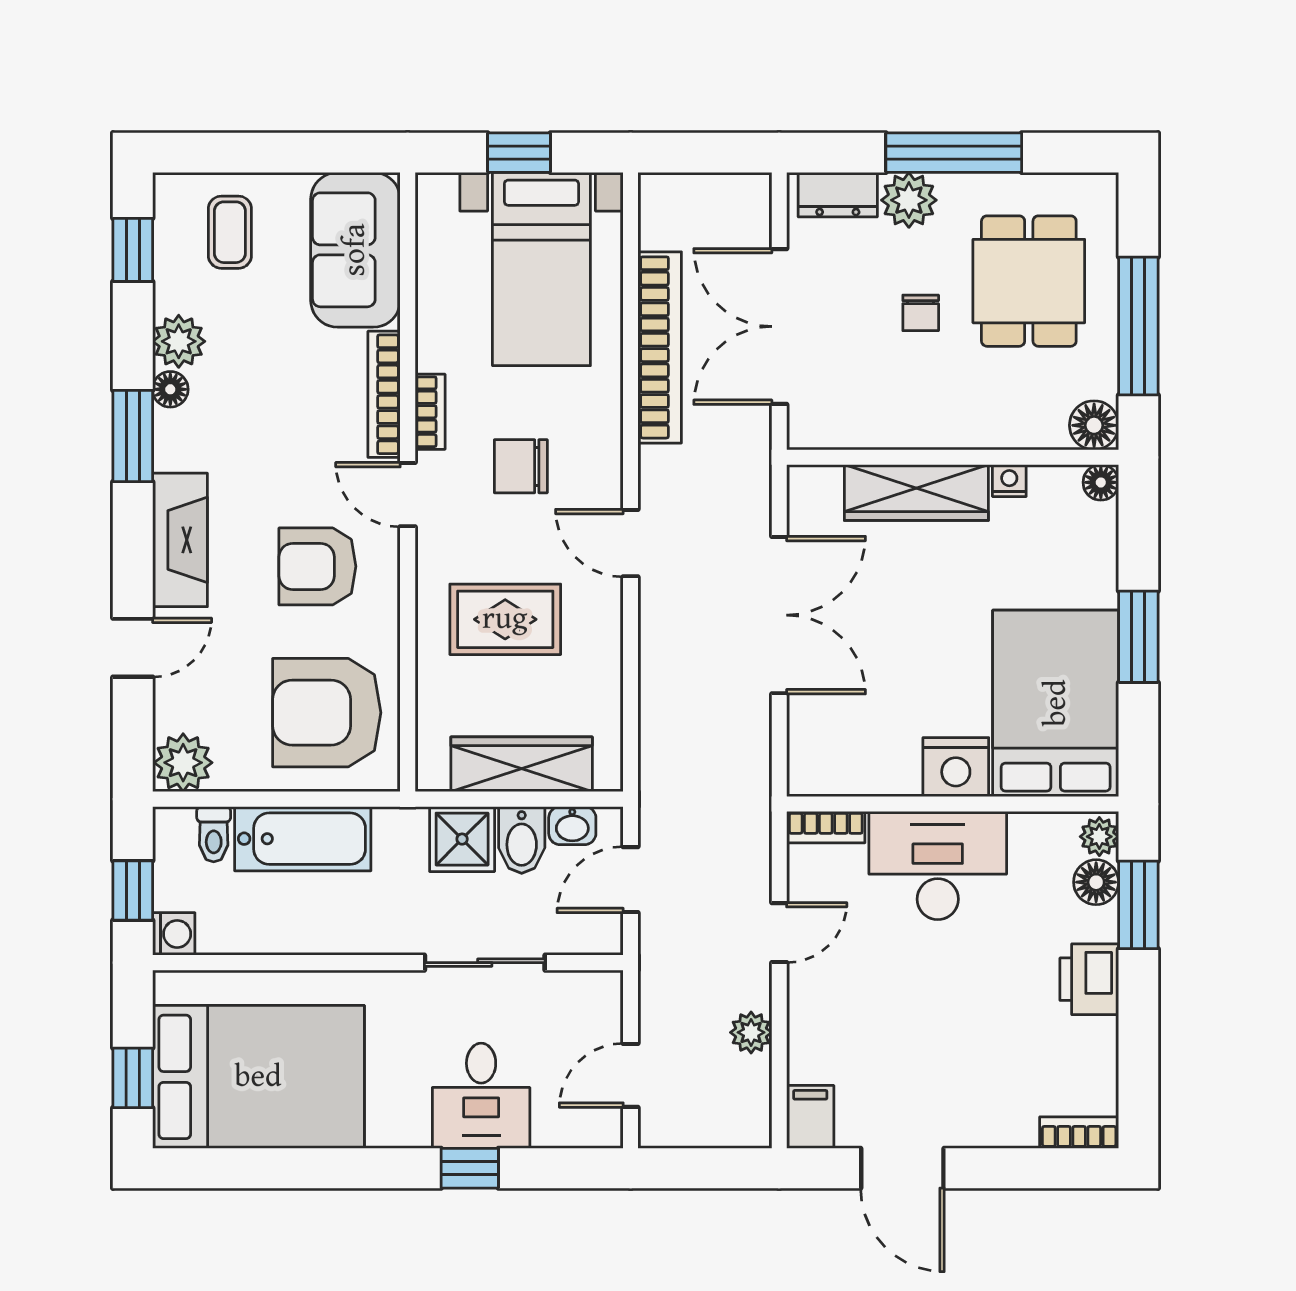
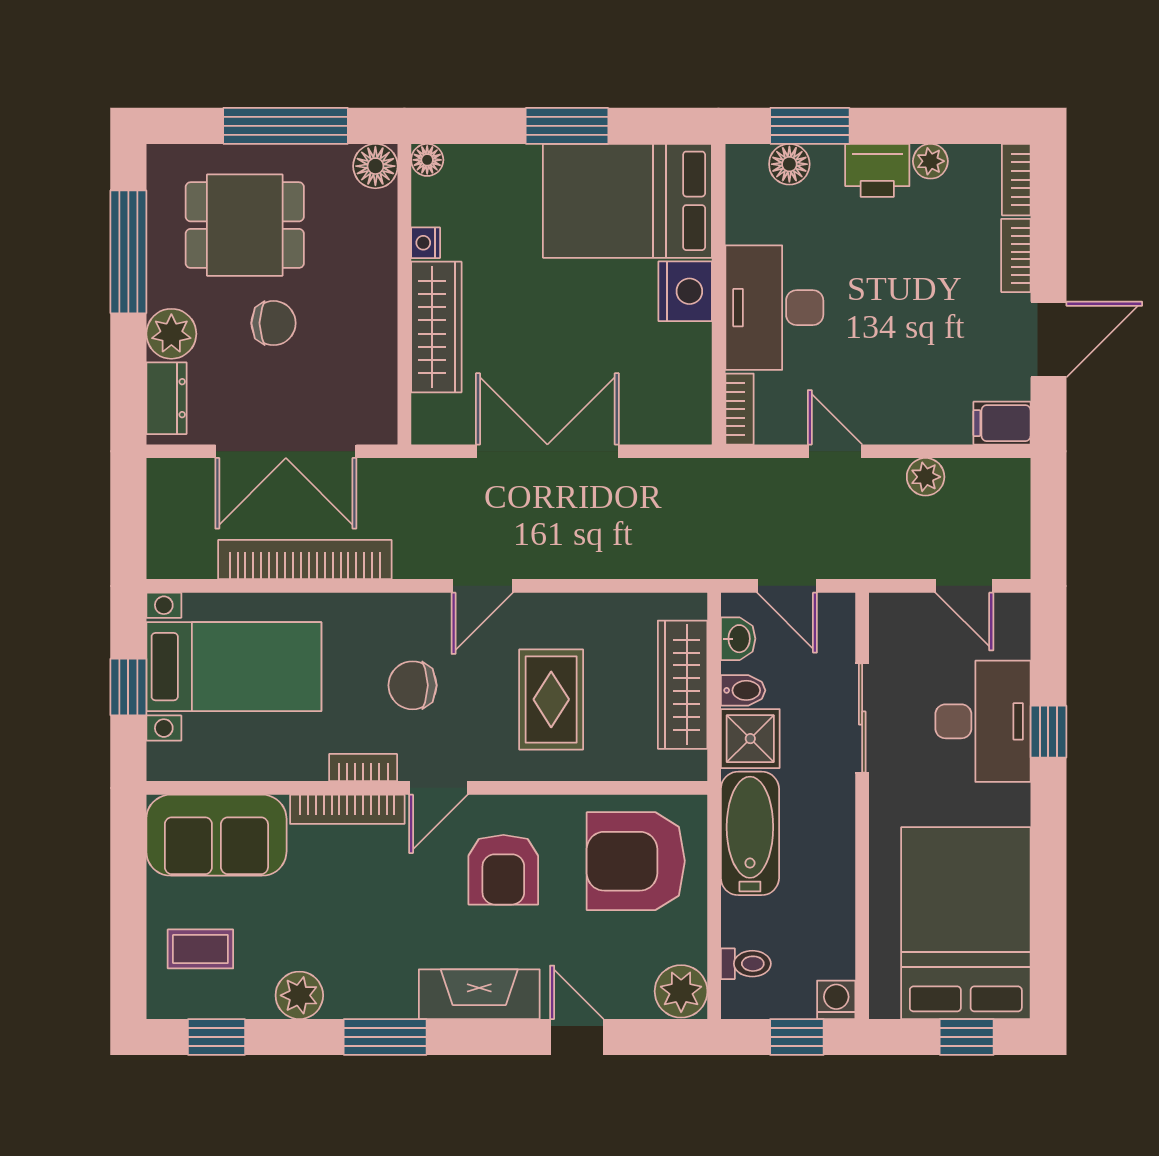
window: (954, 153) -> (128, 252), moved
chair: (921, 313) -> (274, 323), width x1.37, depth x1.37
floor lamp: (170, 389) -> (343, 1003), removed
chair: (521, 466) -> (413, 685), turned 90
armchair: (327, 713) -> (636, 861), turned 90
plant: (1099, 837) -> (930, 161), moved
bathtub: (303, 839) -> (750, 833), moved
bidet: (522, 840) -> (743, 690), width x0.72, depth x0.74
desk: (481, 1096) -> (983, 721), width x1.37
bookcase: (995, 1132) -> (1016, 255), added

